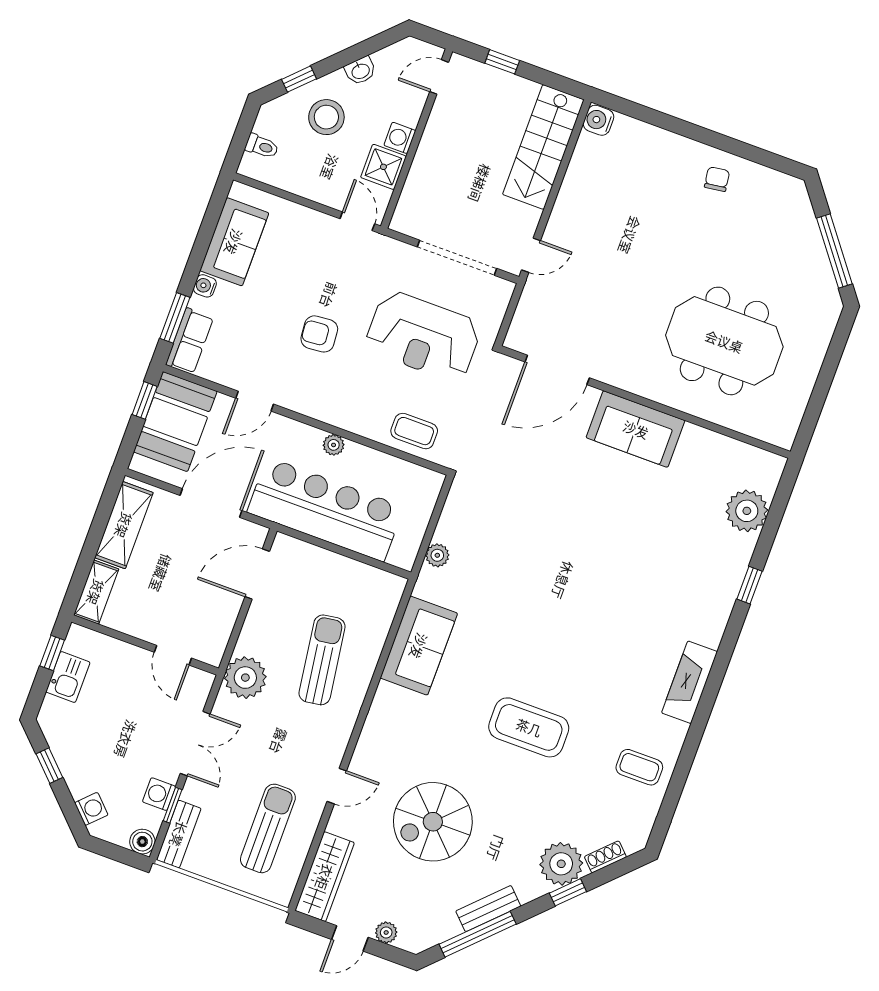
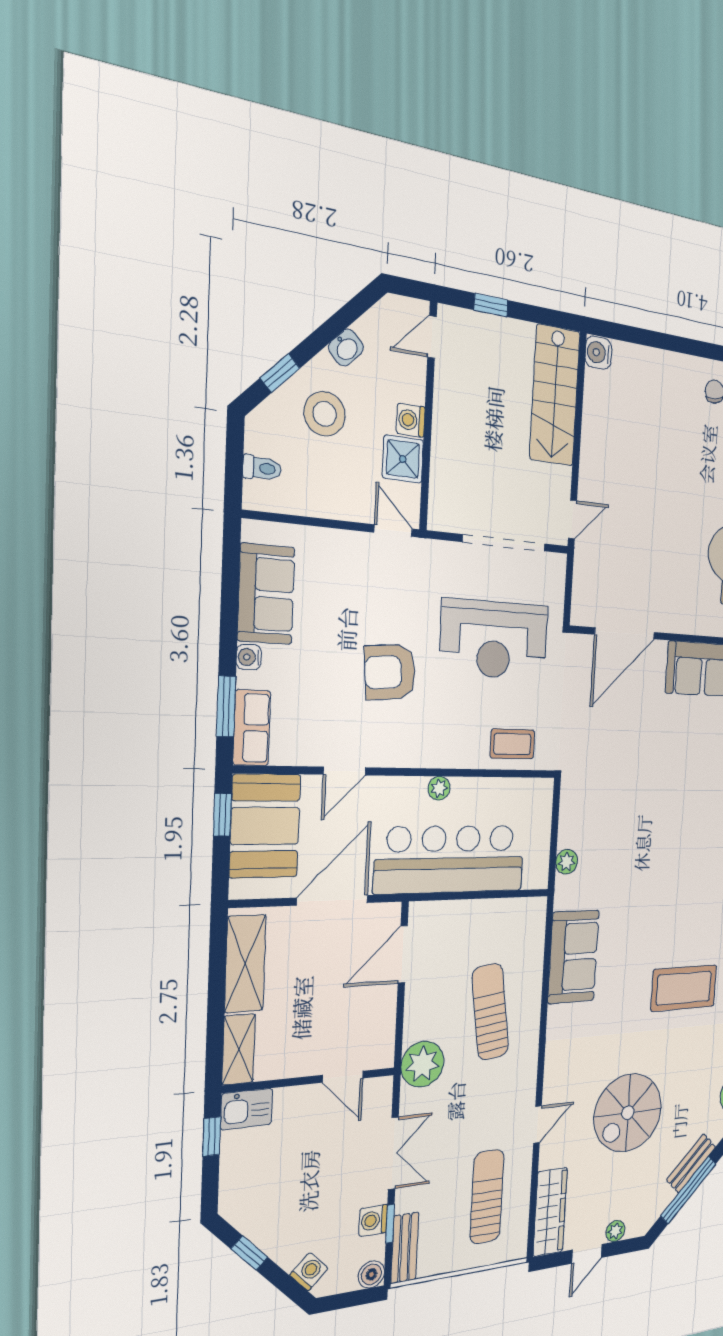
armchair: (319, 334) -> (390, 672), width x1.38, depth x1.38
kitchen sink: (68, 677) -> (247, 1109), moved, turned 90

